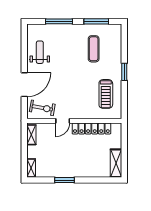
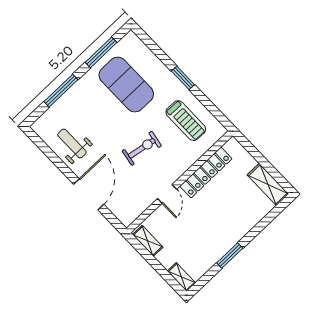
exercise mat: (94, 49) -> (126, 85), width x2.00, depth x1.45
exercise bike: (42, 108) -> (142, 148), moved

